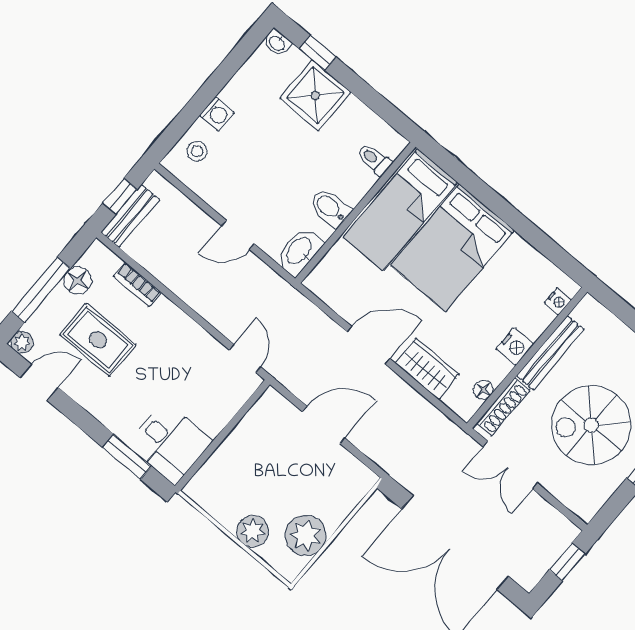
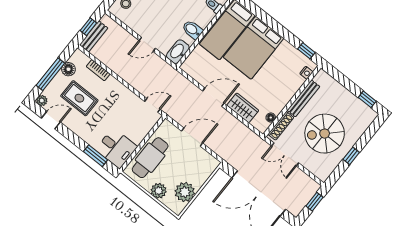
window: (559, 257) -> (306, 51), added
nightstand: (515, 347) -> (286, 96), removed
door: (245, 358) -> (152, 105), hinge flipped
cafe table: (237, 464) -> (150, 158), added

